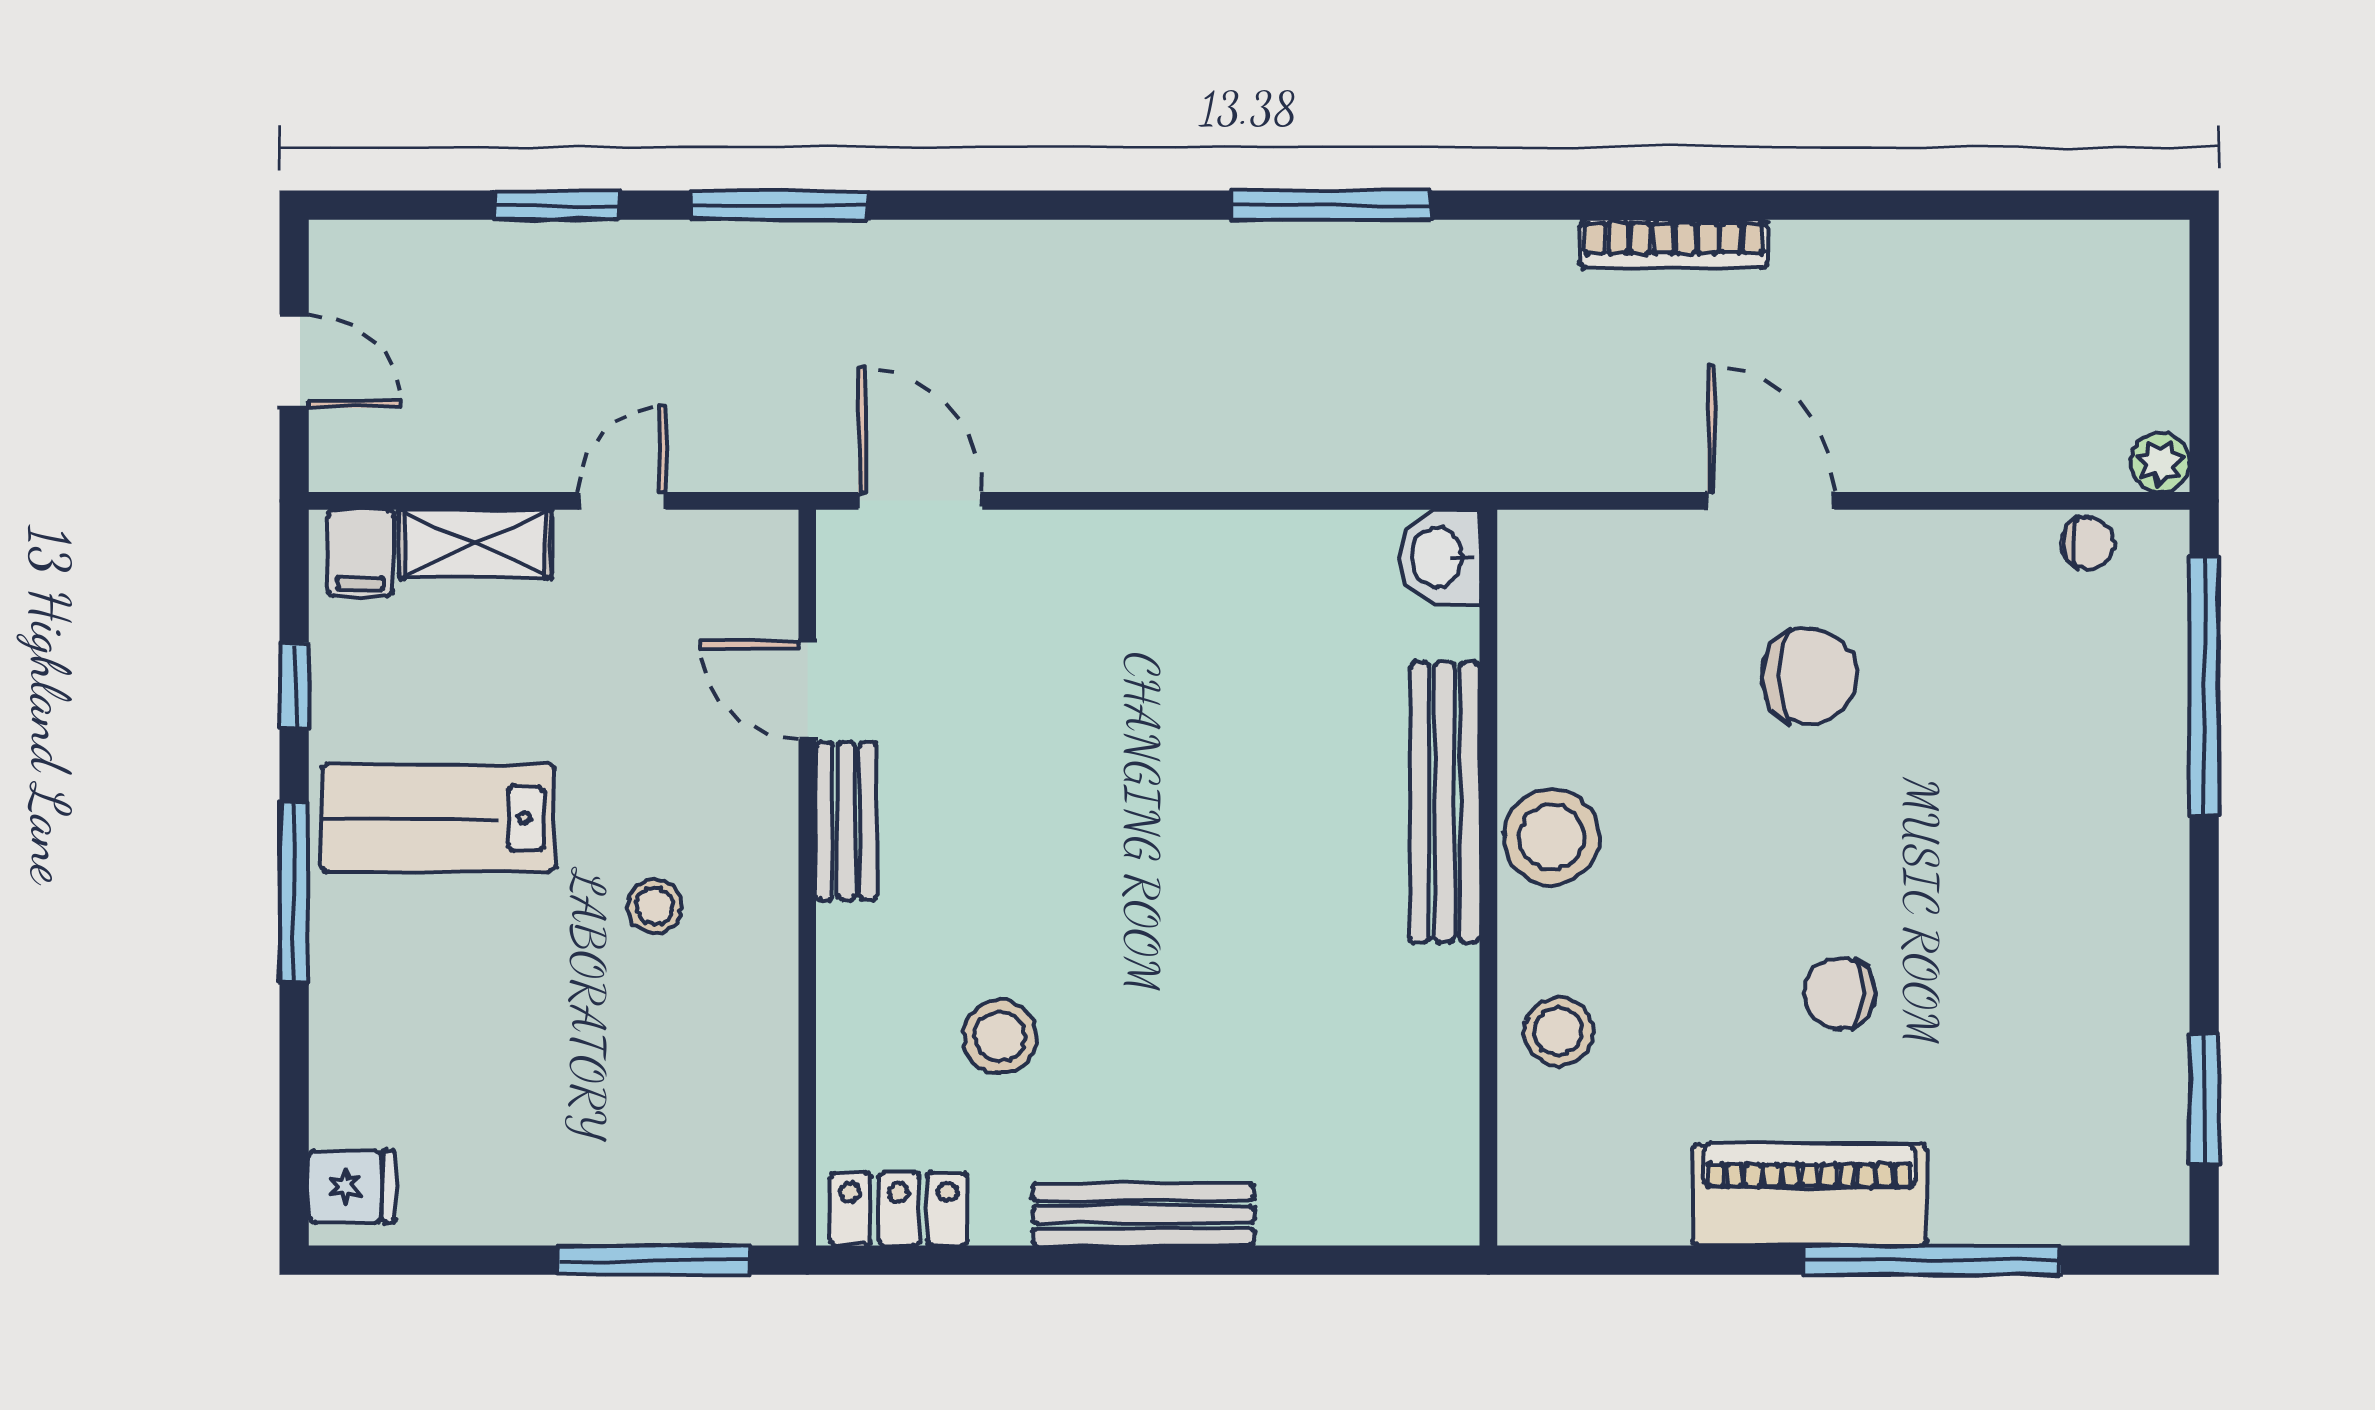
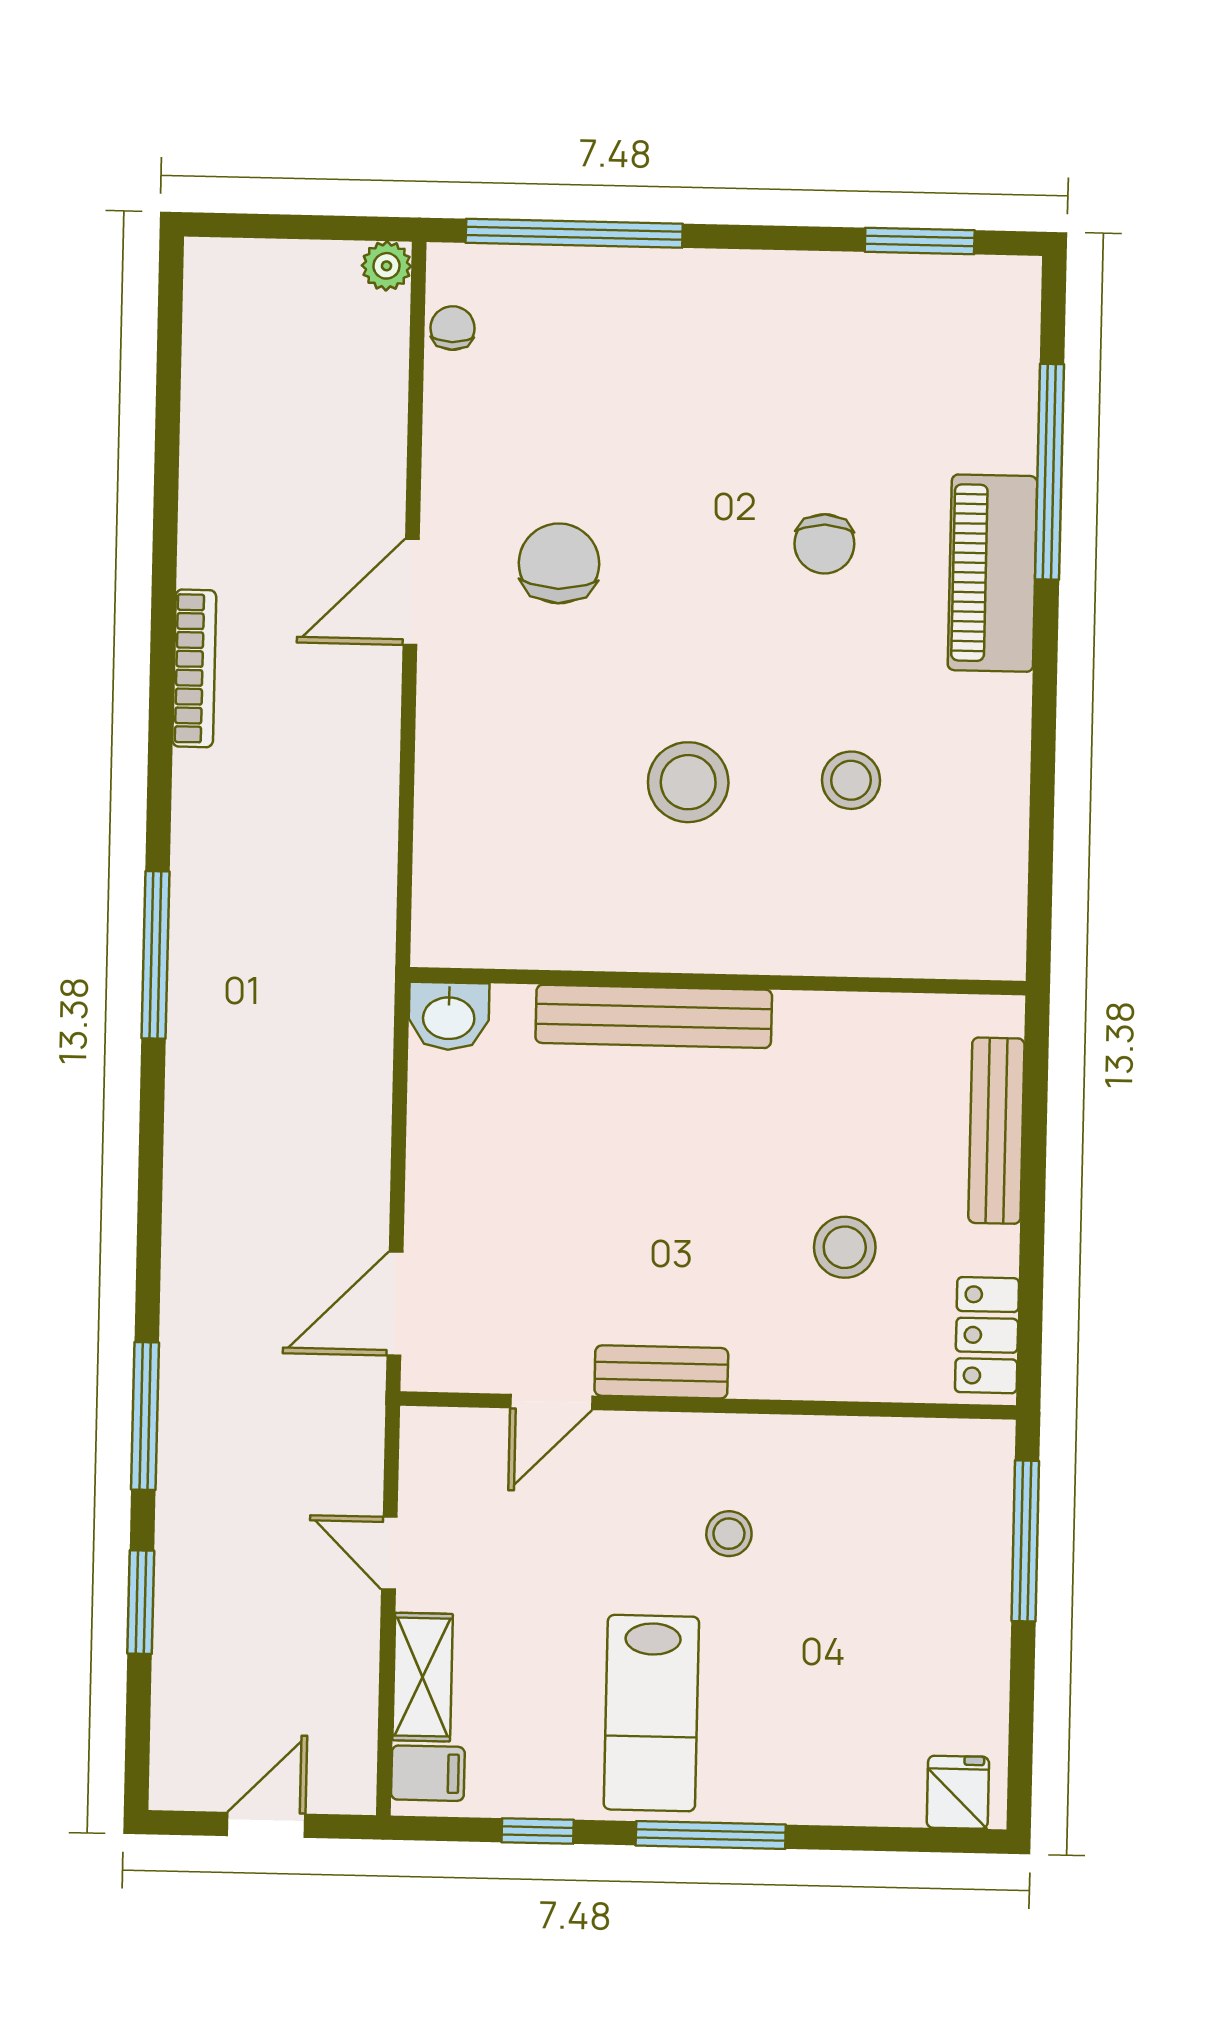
washbasin: (1439, 557) -> (449, 1016), moved
bench: (1445, 802) -> (654, 1016), moved
wall: (1488, 878) -> (718, 981), moved

